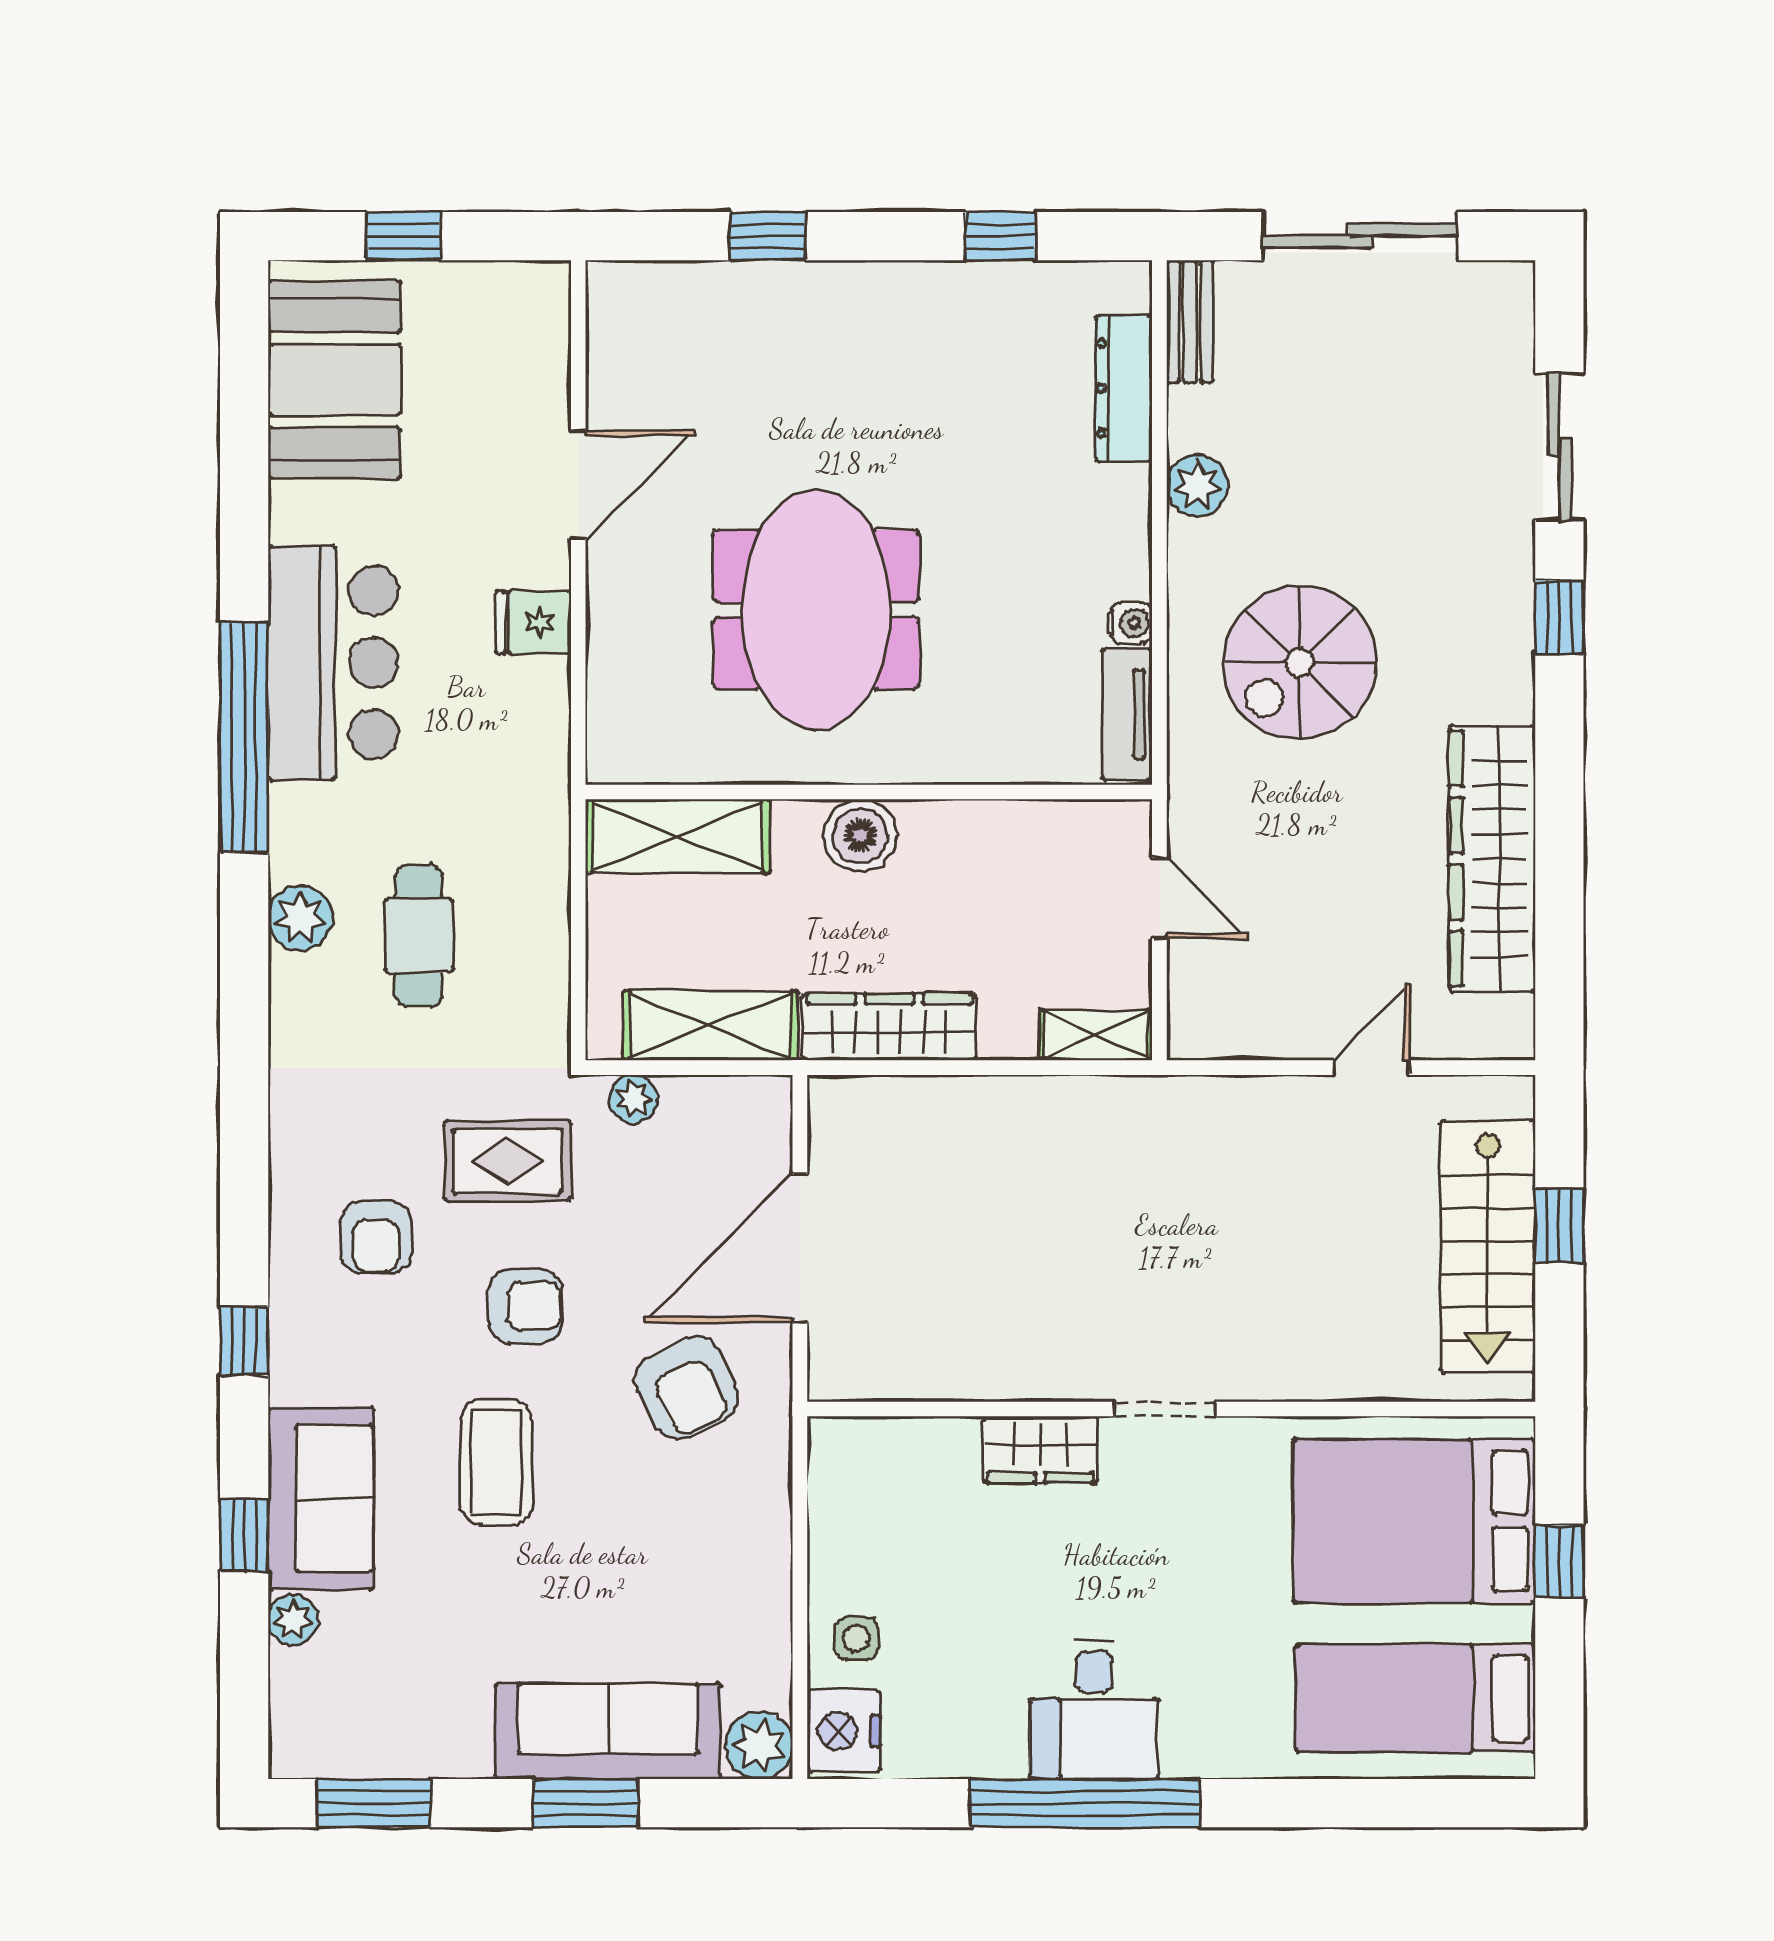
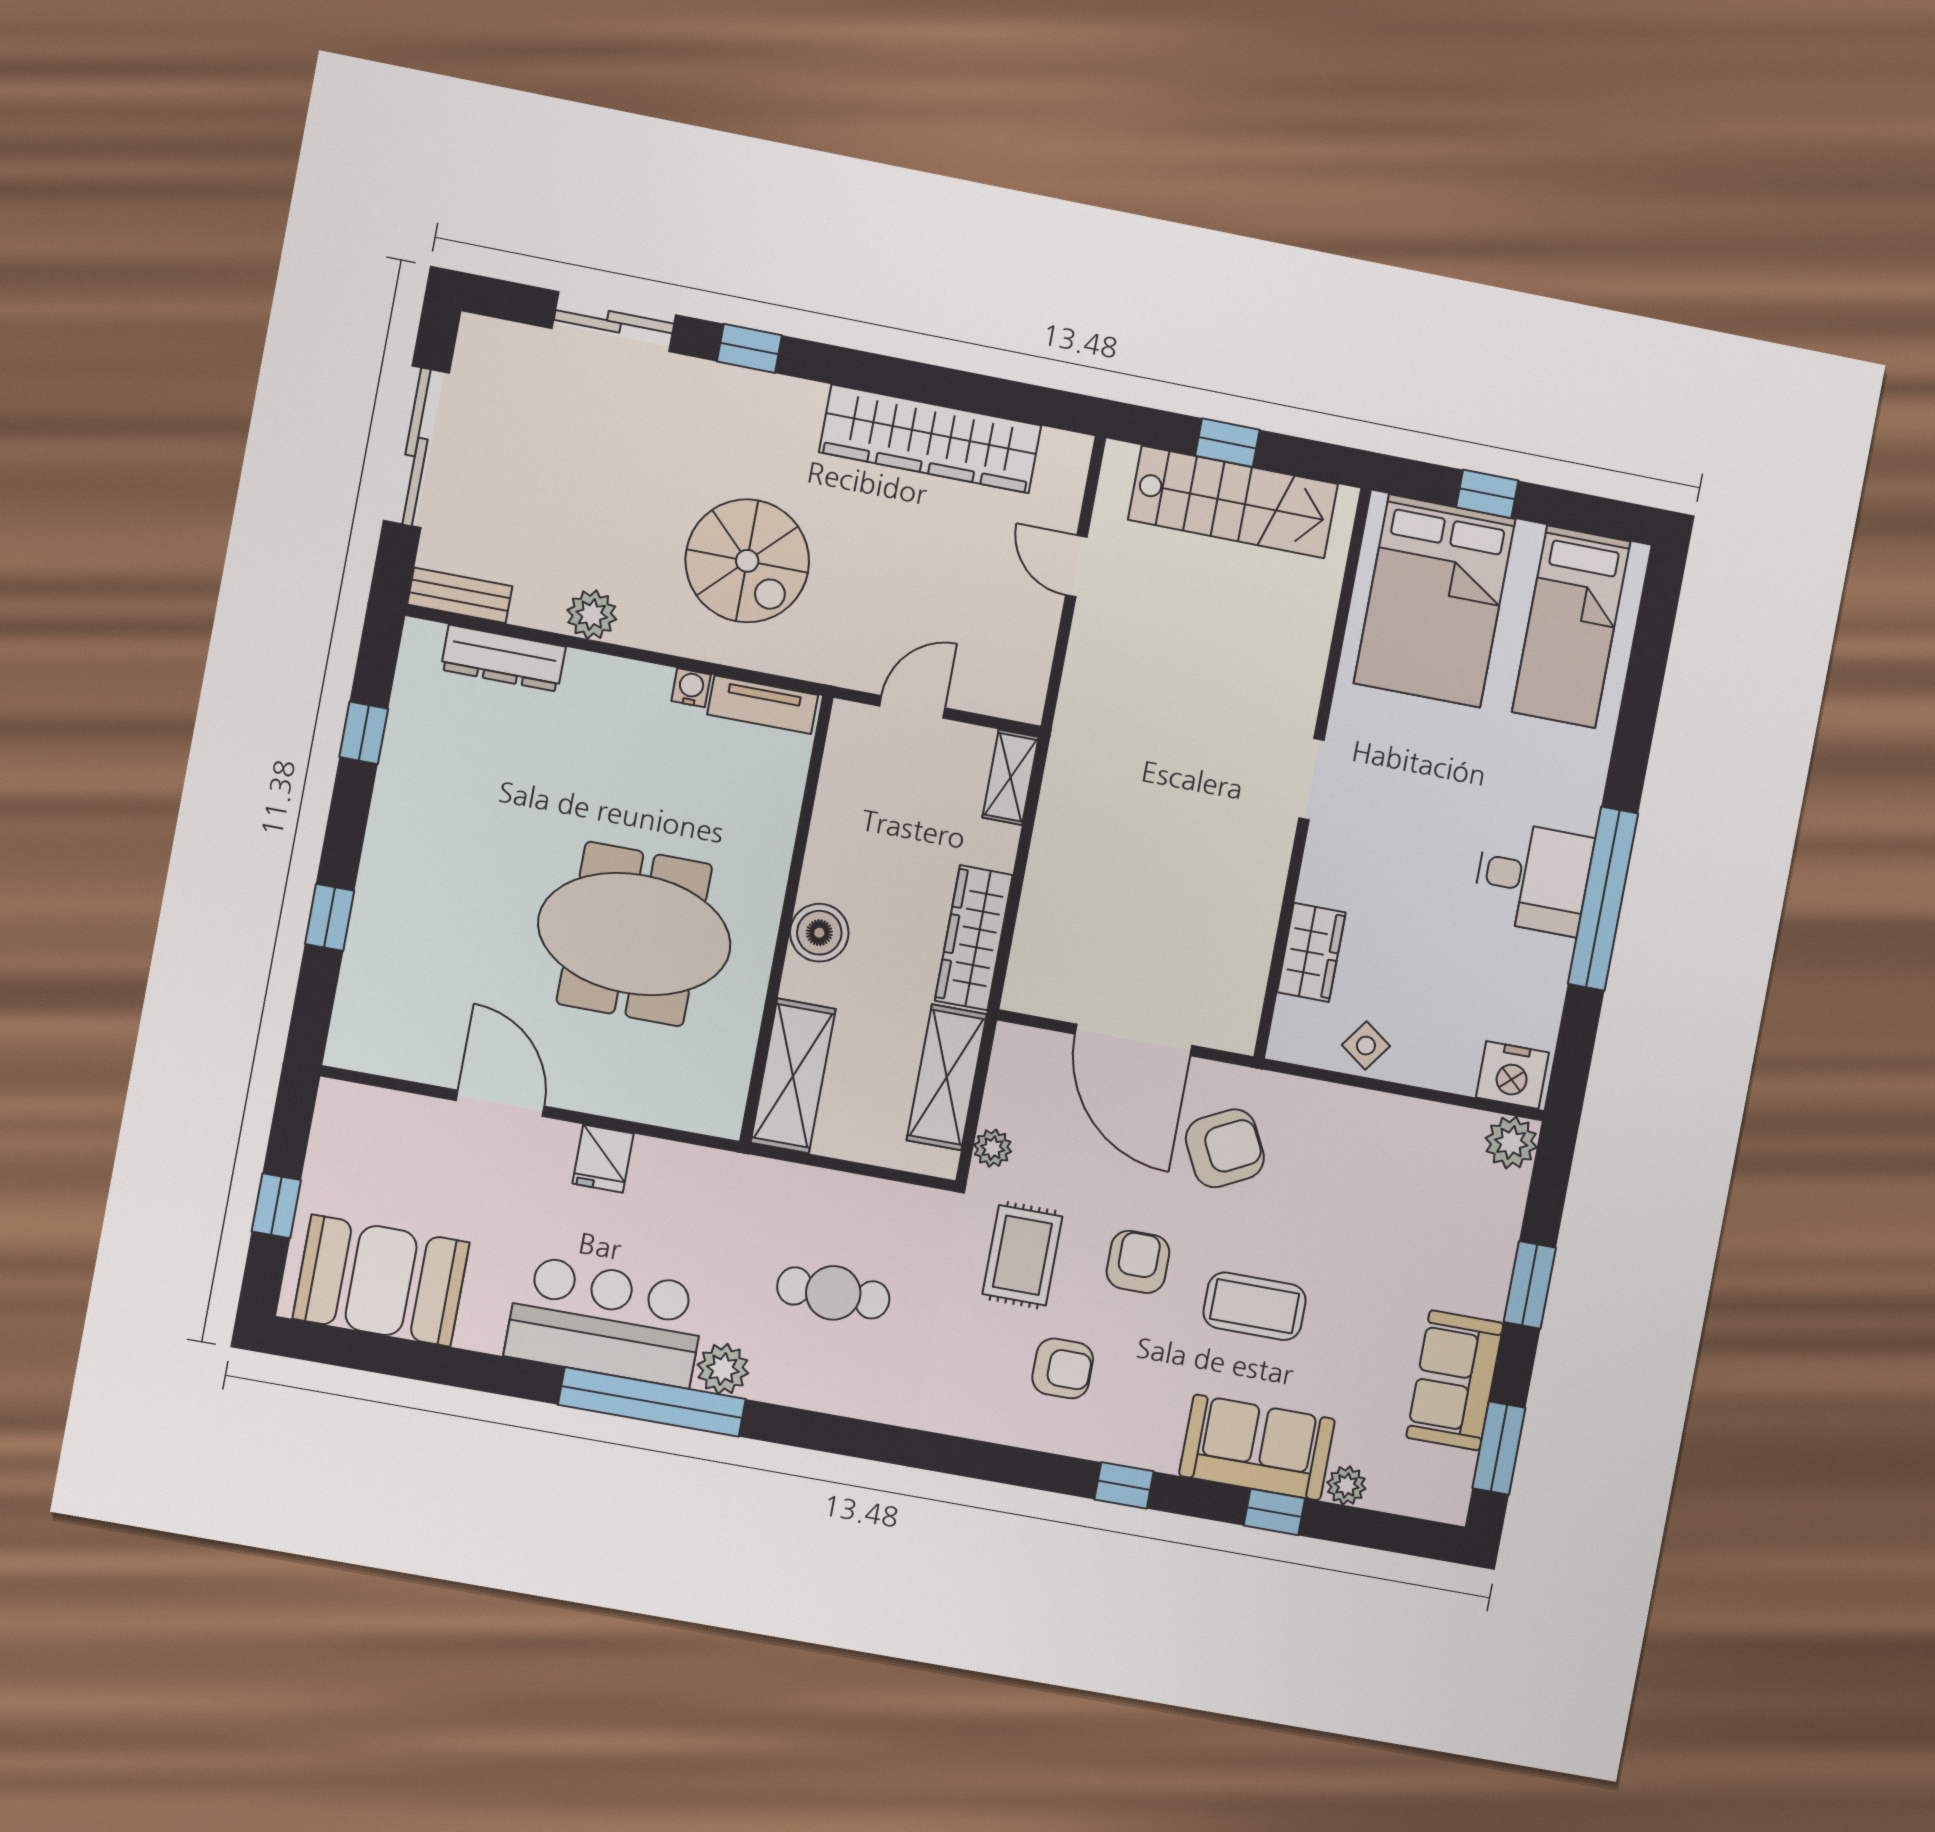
plant: (300, 918) -> (723, 1369), moved
wardrobe: (1040, 1450) -> (1311, 952), moved
side table: (856, 1639) -> (1366, 1046), moved, turned 36
sofa: (608, 1731) -> (1455, 1380), moved, width x0.73

